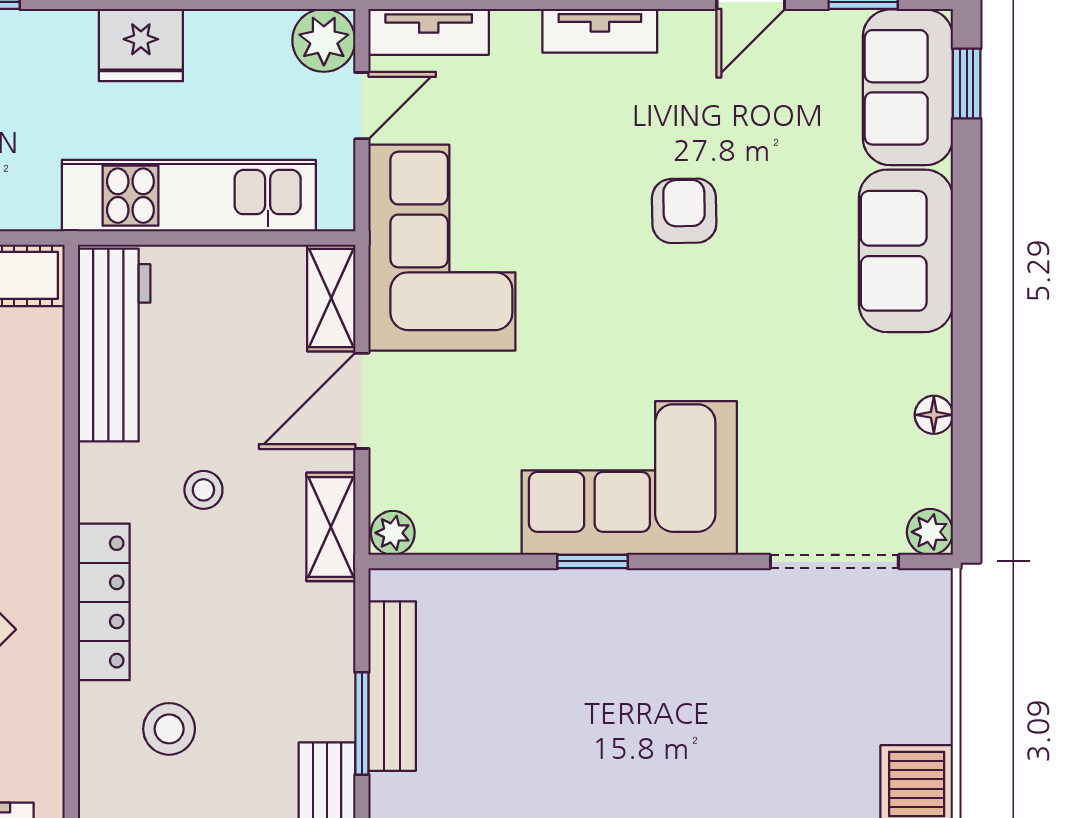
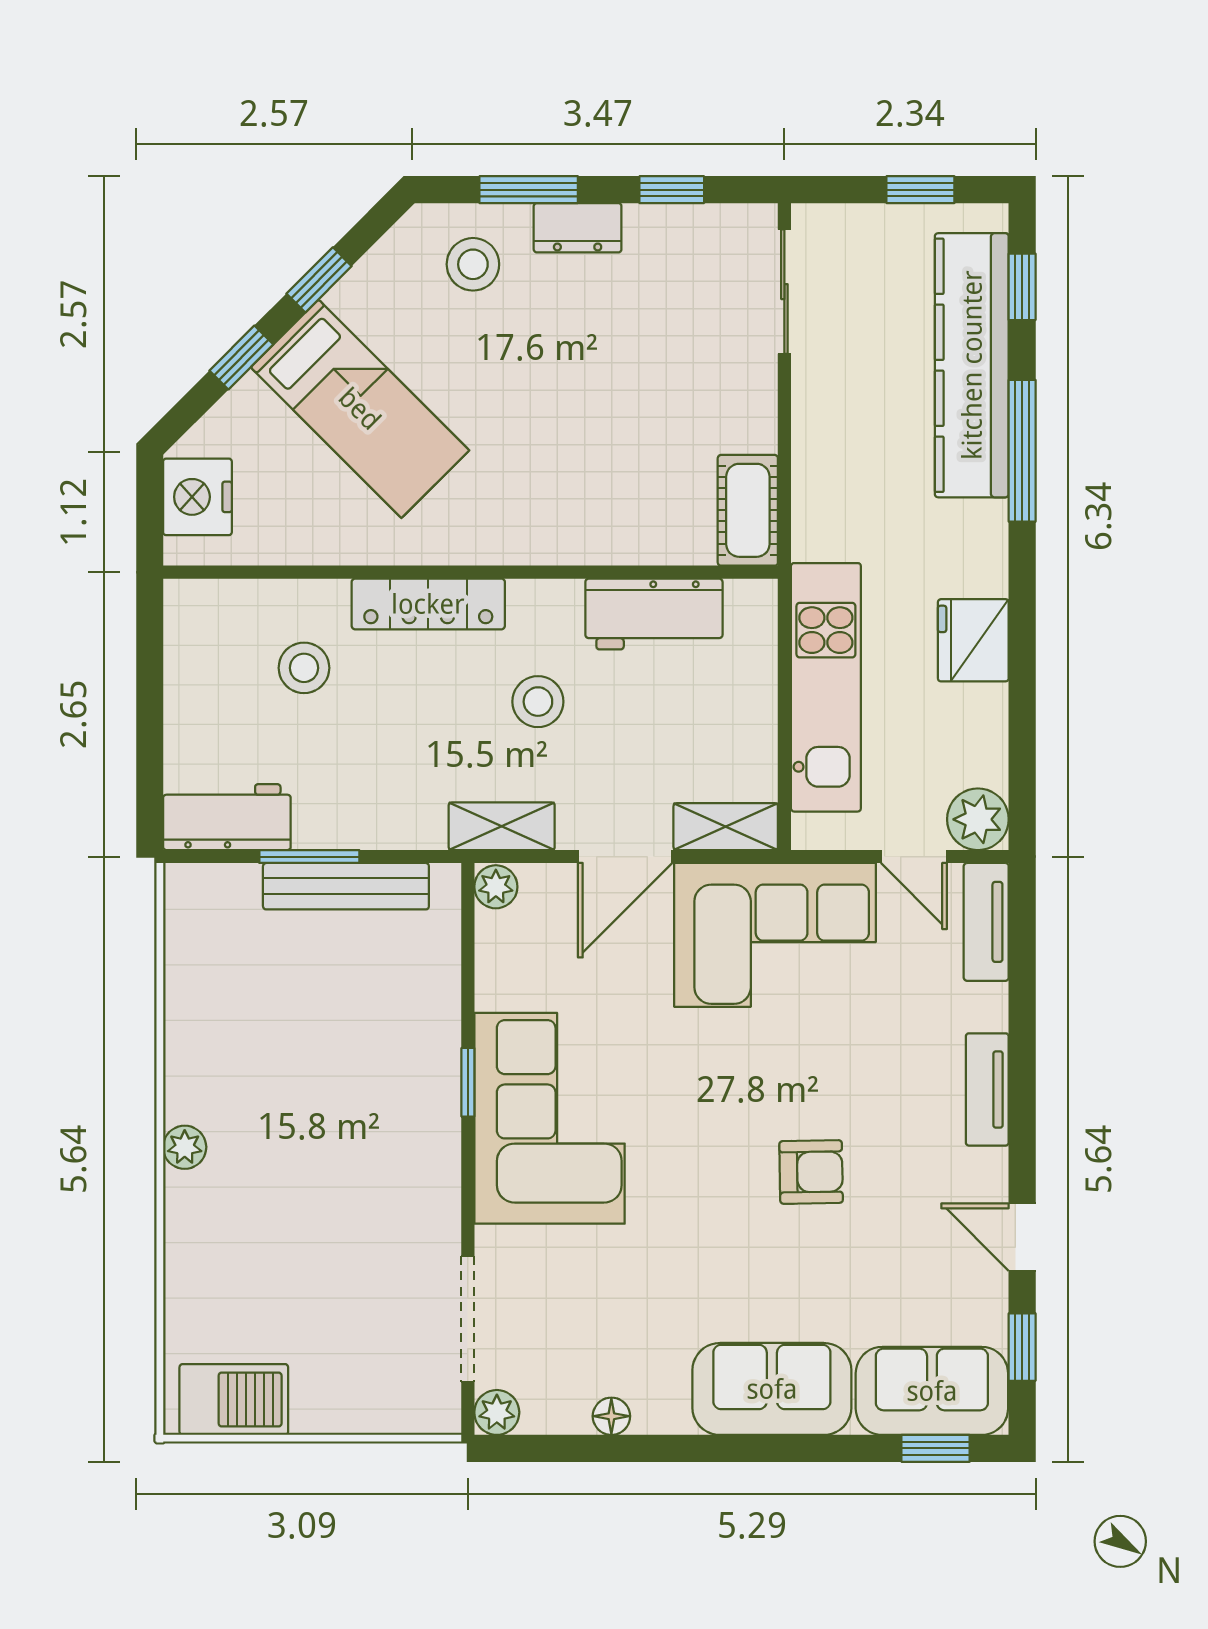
workbench: (114, 345) -> (654, 614), width x0.73
door: (362, 401) -> (625, 857), swing flipped
stool: (203, 490) -> (538, 702), width x1.37, depth x1.37

